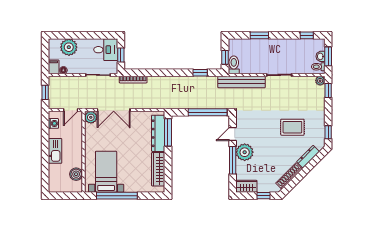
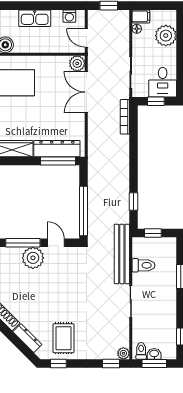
toilet: (234, 65) -> (143, 265), moved
rug: (292, 127) -> (63, 338), moved

